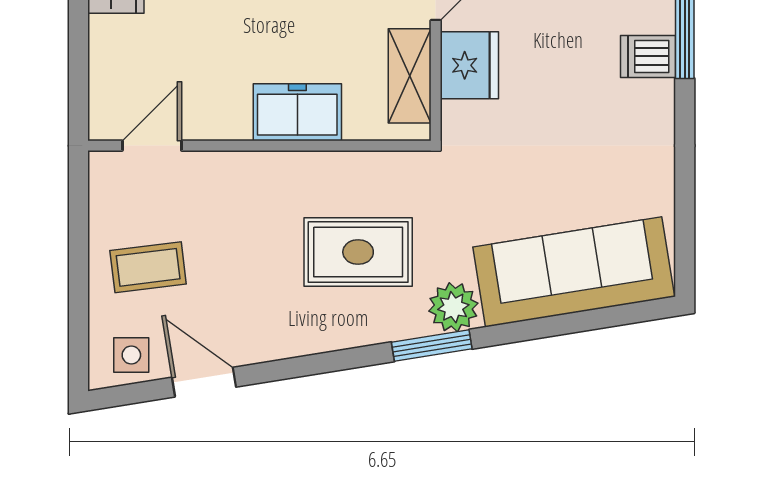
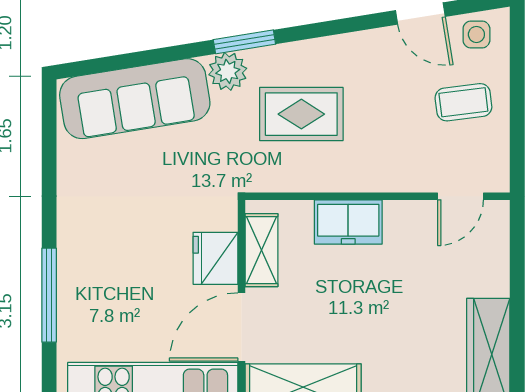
dishwasher: (648, 56) -> (77, 265), removed

